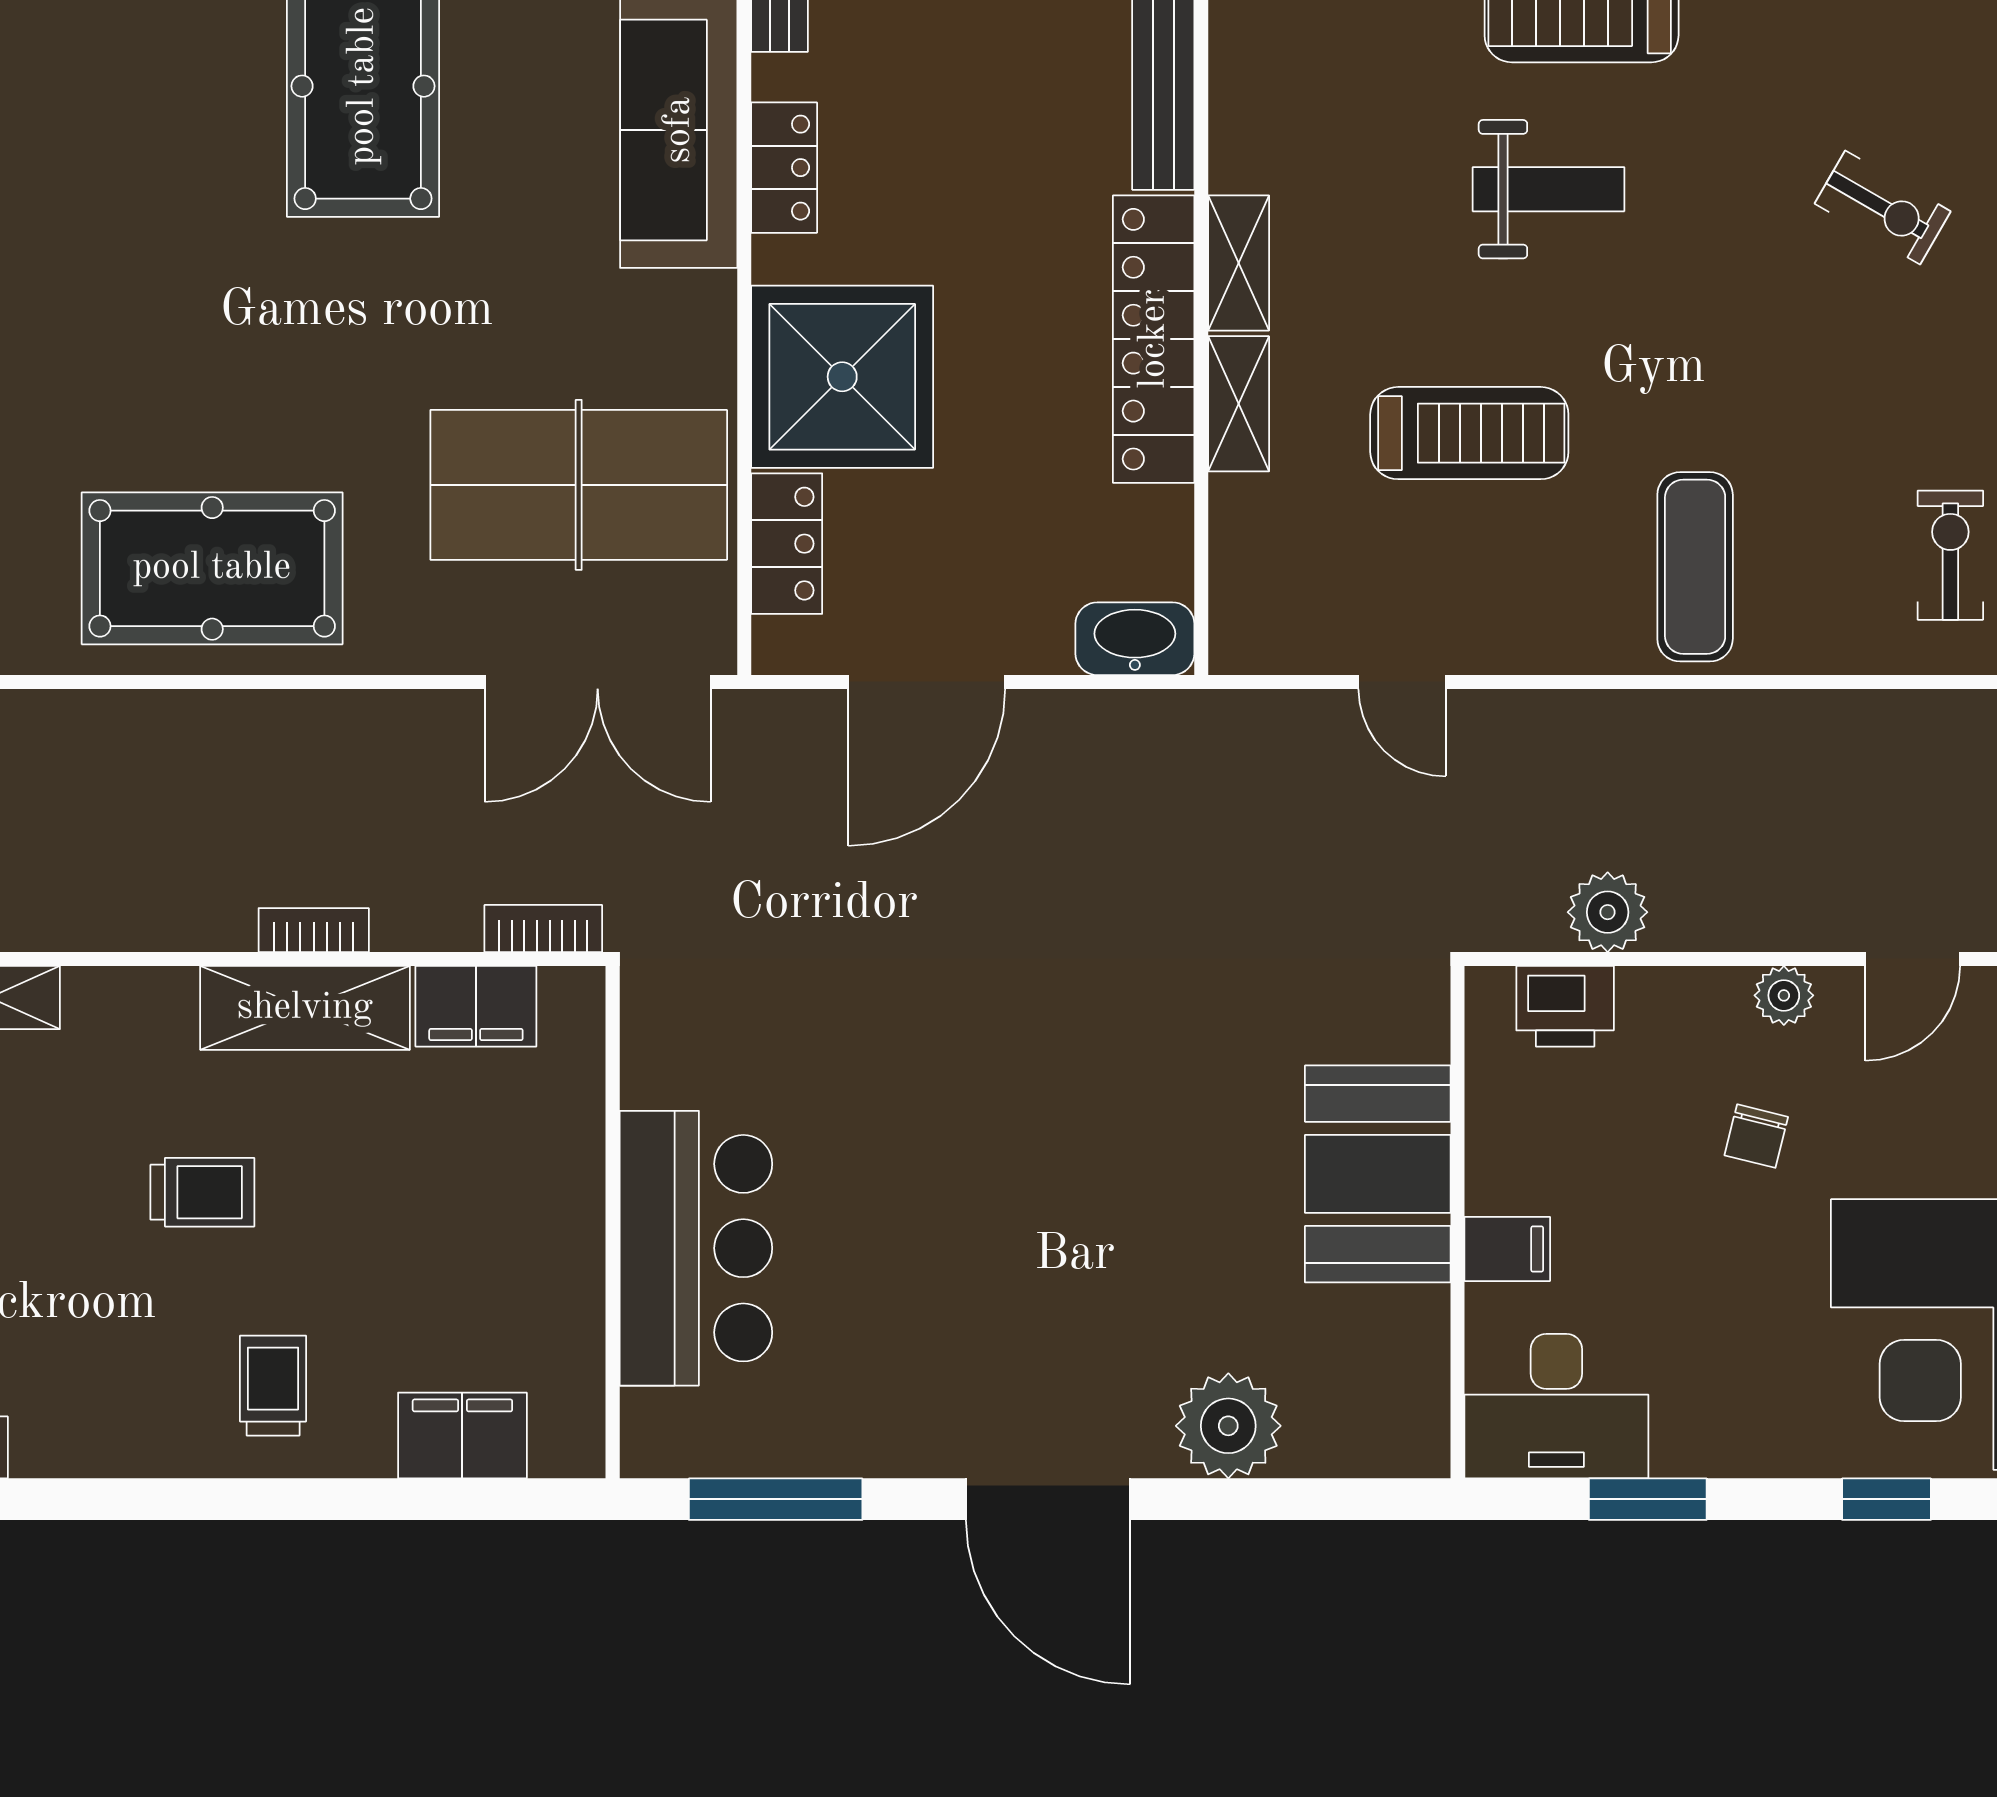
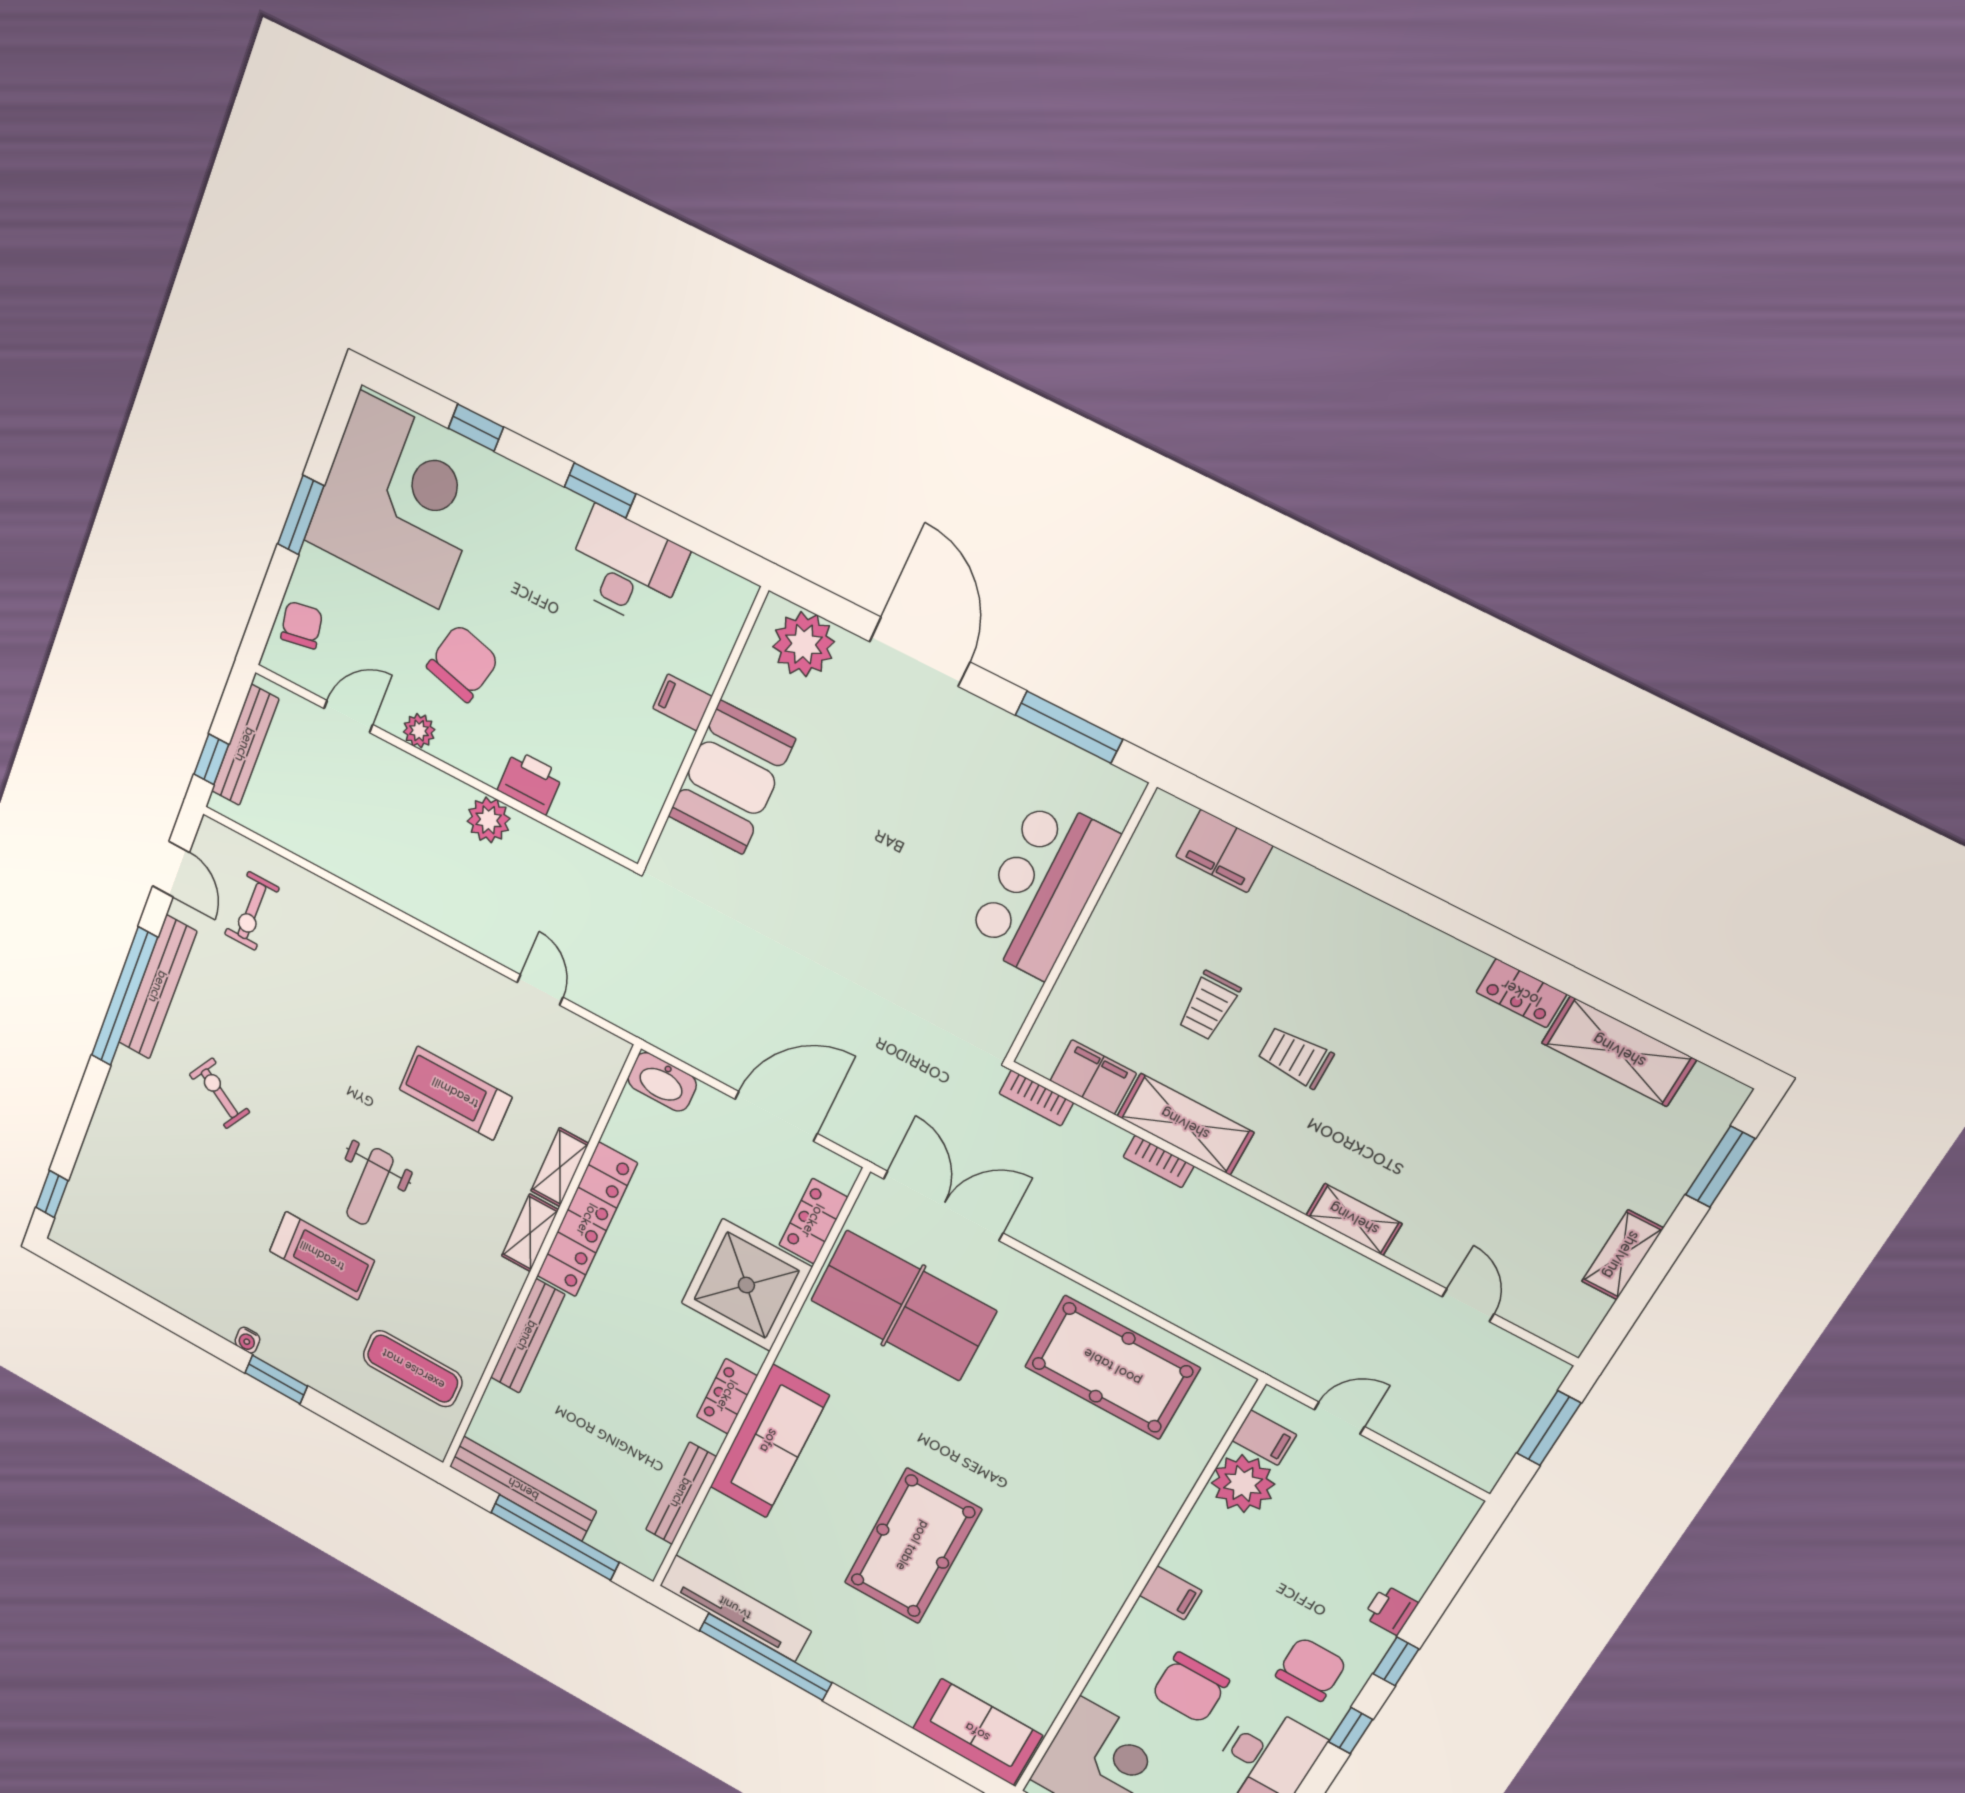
weight bench: (1548, 189) -> (370, 1187), turned -90
exercise mat: (1695, 567) -> (375, 971), removed
chair: (1756, 1136) -> (463, 663), width x1.87, depth x1.87
booth: (1378, 1174) -> (731, 778), moved
wall: (1457, 1222) -> (702, 730), moved
filing cabinet: (1507, 1249) -> (682, 702), moved
trolley: (273, 1386) -> (1209, 1006), moved

